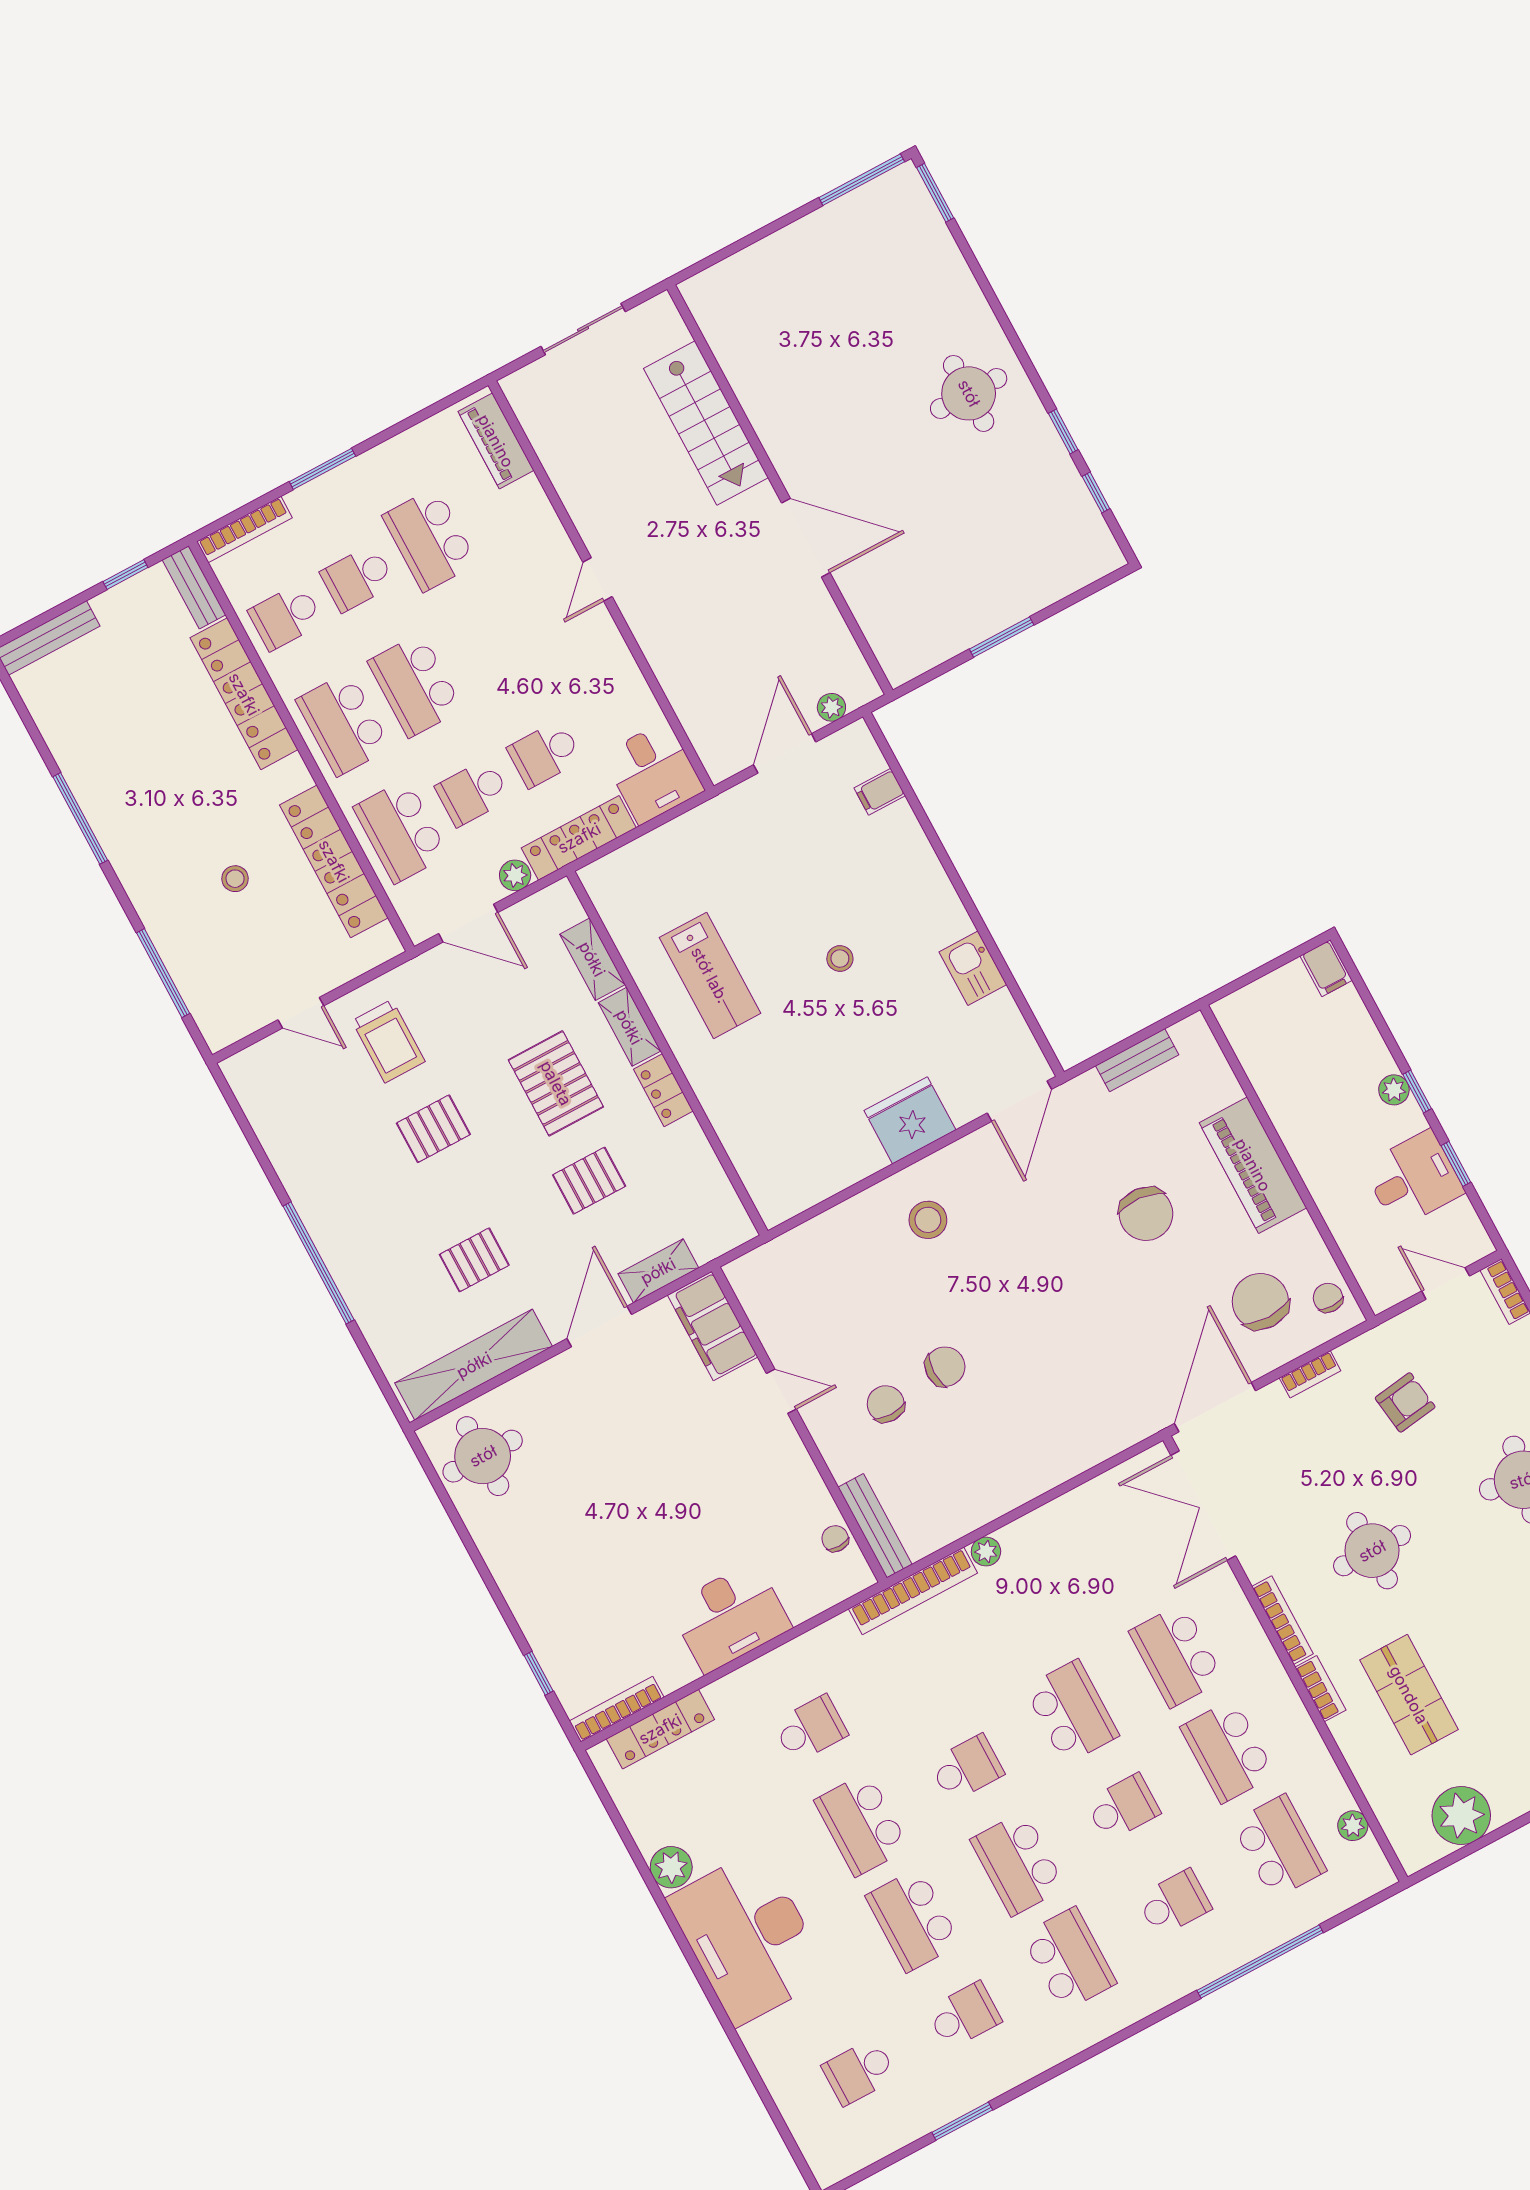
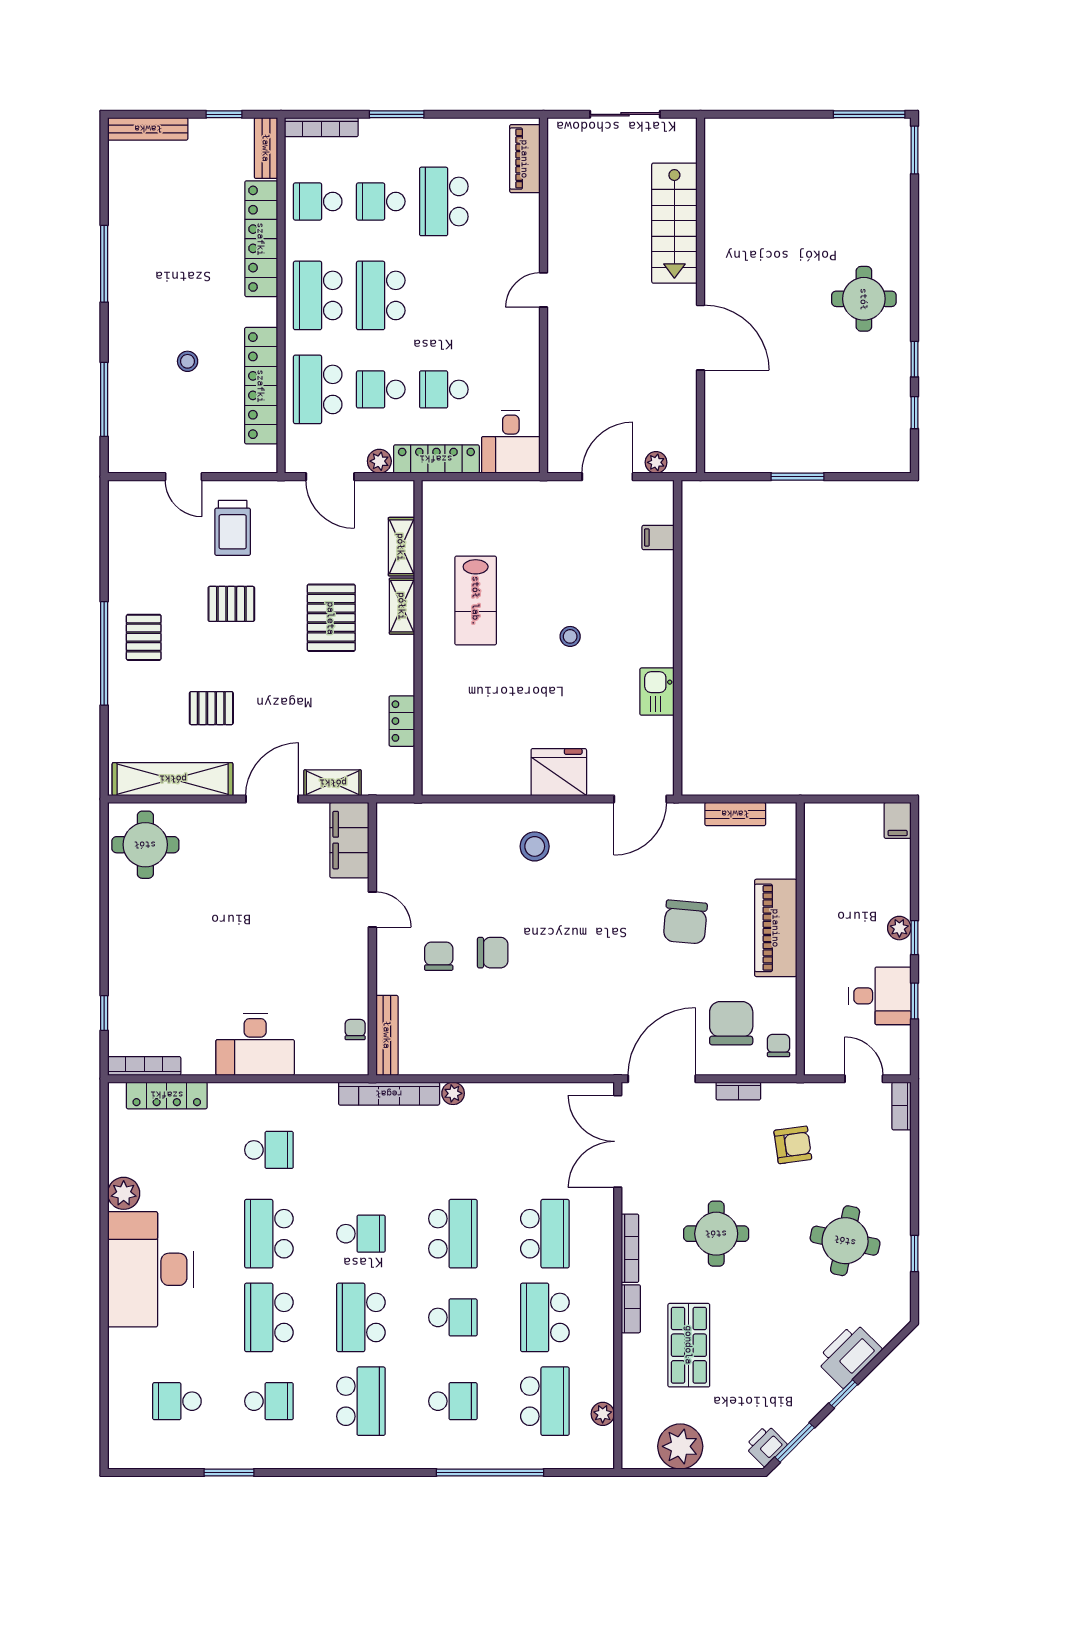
locker: (663, 1090) -> (402, 721), moved
pallet: (589, 1181) -> (144, 637), moved, turned 90
school desk: (1177, 1655) -> (545, 1234), turned 180

